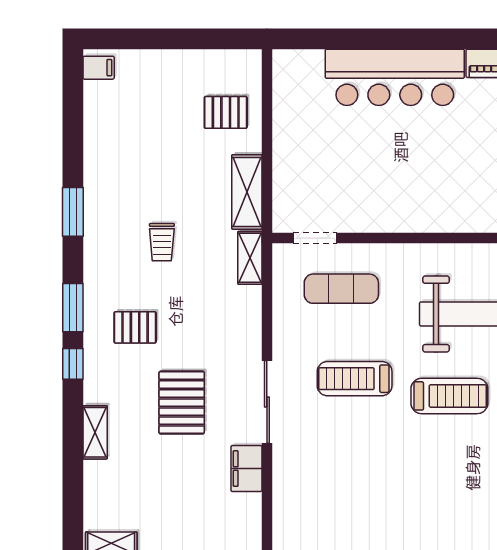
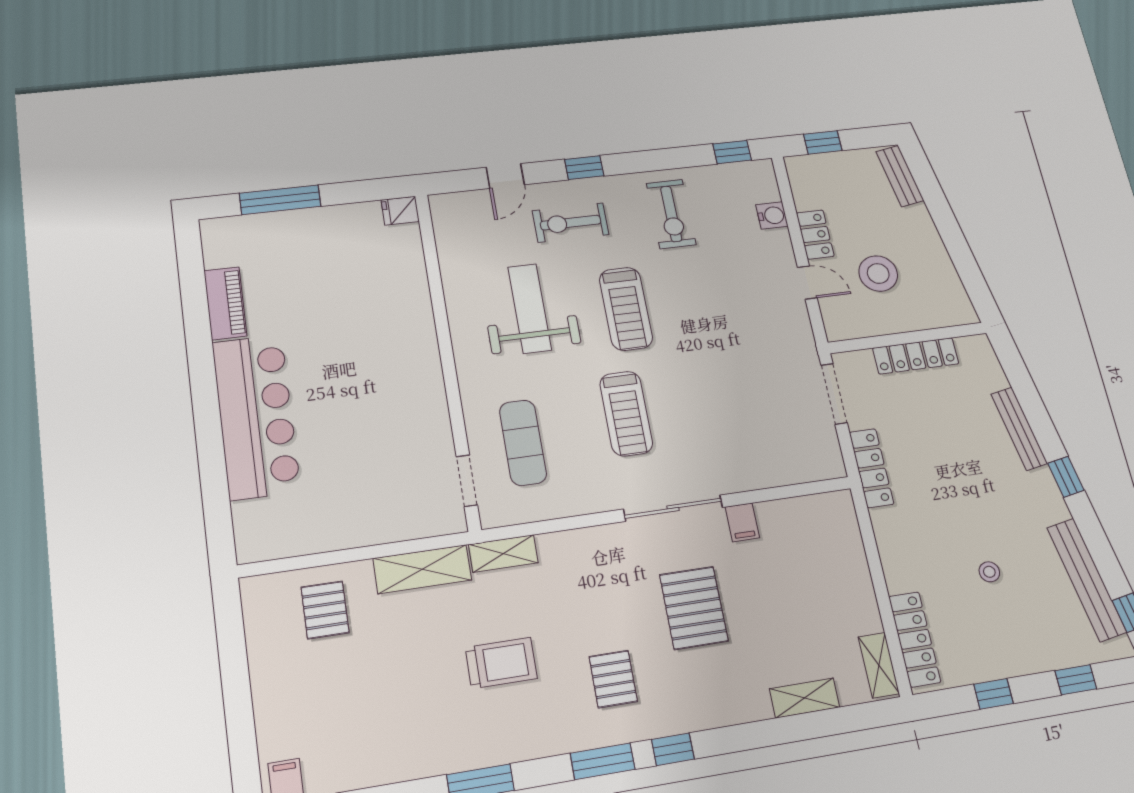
trolley: (162, 242) -> (501, 663), width x1.36, depth x1.39
treadmill: (449, 396) -> (626, 309), turned 180
pallet: (182, 403) -> (694, 608), turned 90
shelving: (95, 432) -> (805, 698), moved
filing cabinet: (246, 469) -> (742, 522), width x0.50

